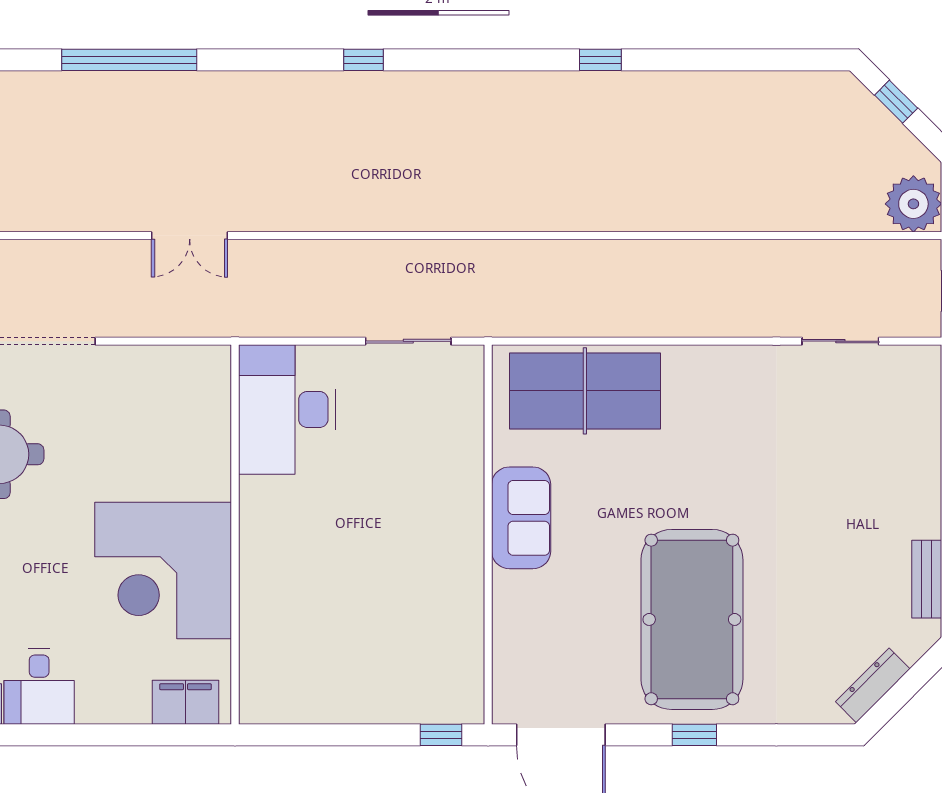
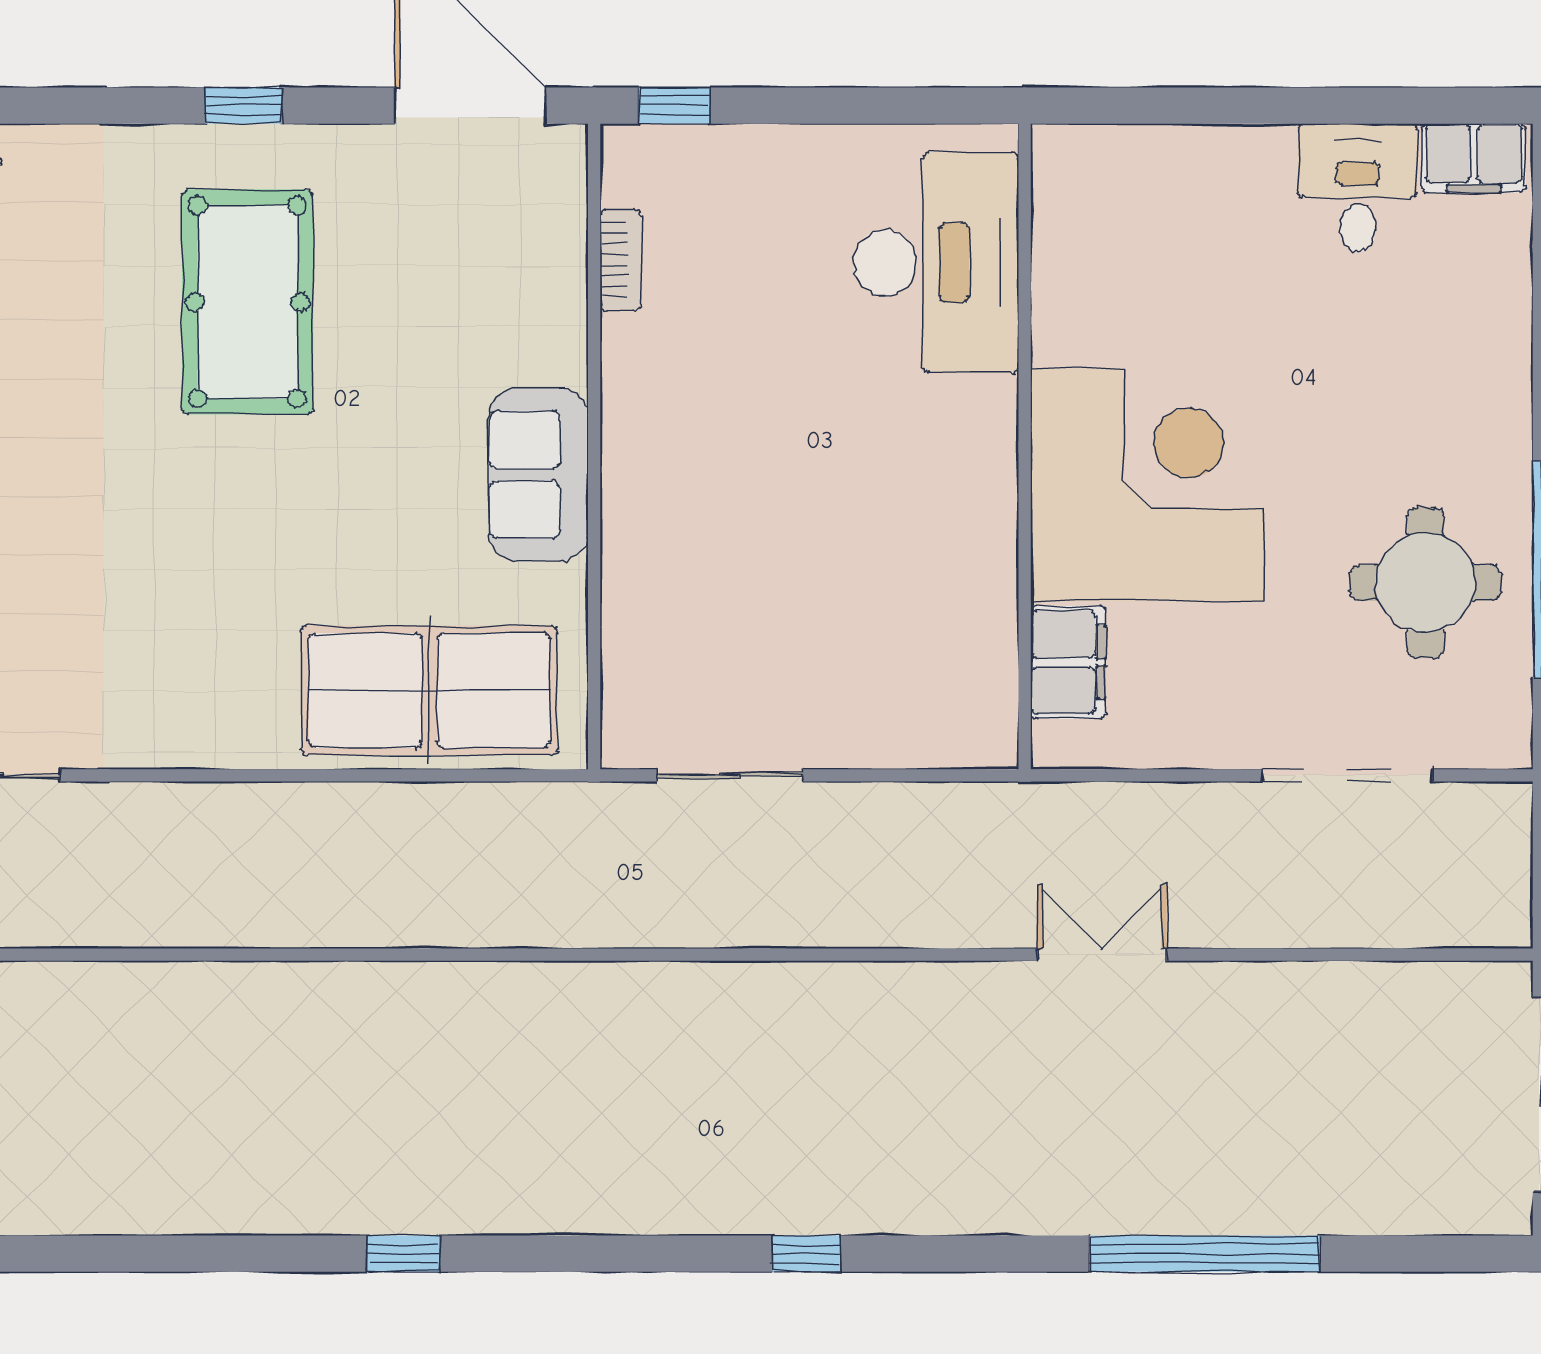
desk: (287, 409) -> (936, 263), moved
corner desk: (163, 570) -> (1147, 485), moved
pool table: (692, 619) -> (248, 302), width x0.73, depth x0.76
bookcase: (473, 644) -> (620, 260), added
filing cabinet: (186, 702) -> (1068, 662), moved, turned -90

